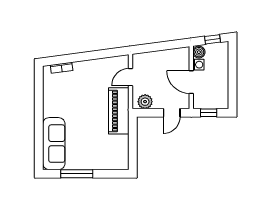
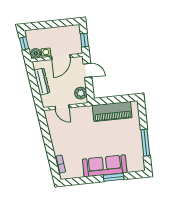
dresser: (164, 56) -> (42, 82), added
piano: (119, 111) -> (112, 111), moved
window: (39, 131) -> (114, 177), added
sofa: (54, 144) -> (105, 166), moved

